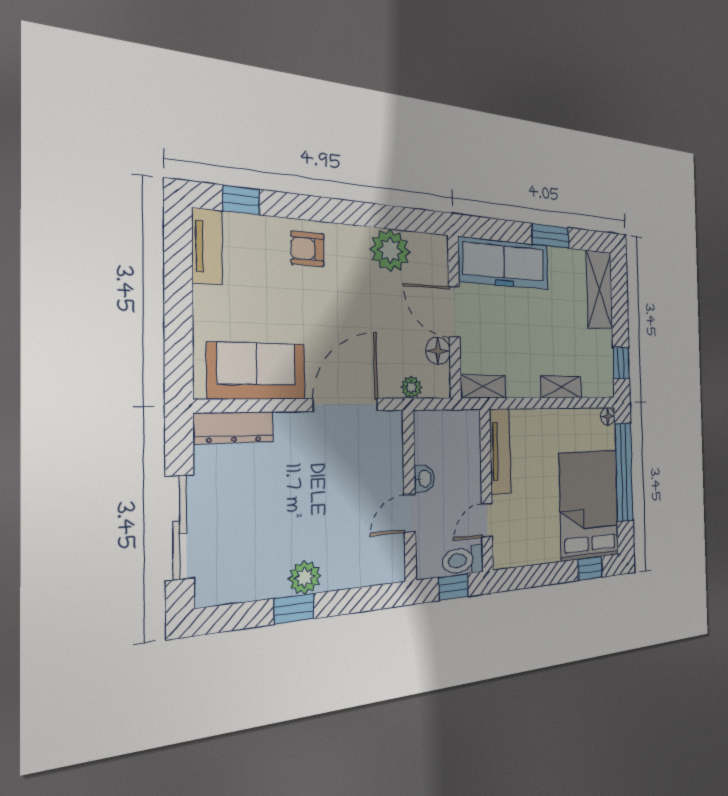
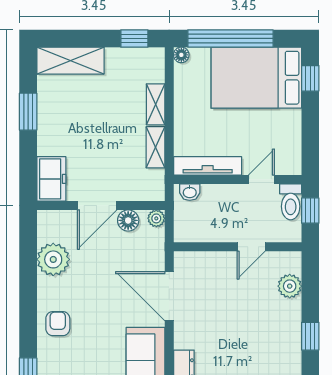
armchair: (308, 249) -> (58, 324), turned 180
freezer: (504, 263) -> (51, 179), width x0.52, depth x0.79
shelving: (483, 386) -> (156, 147), moved
plant: (411, 387) -> (156, 218), moved
washbasin: (424, 479) -> (190, 192), moved, turned 180
door: (410, 513) -> (251, 247), hinge flipped
door: (487, 520) -> (261, 179), swing flipped
plant: (305, 578) -> (290, 286), moved

